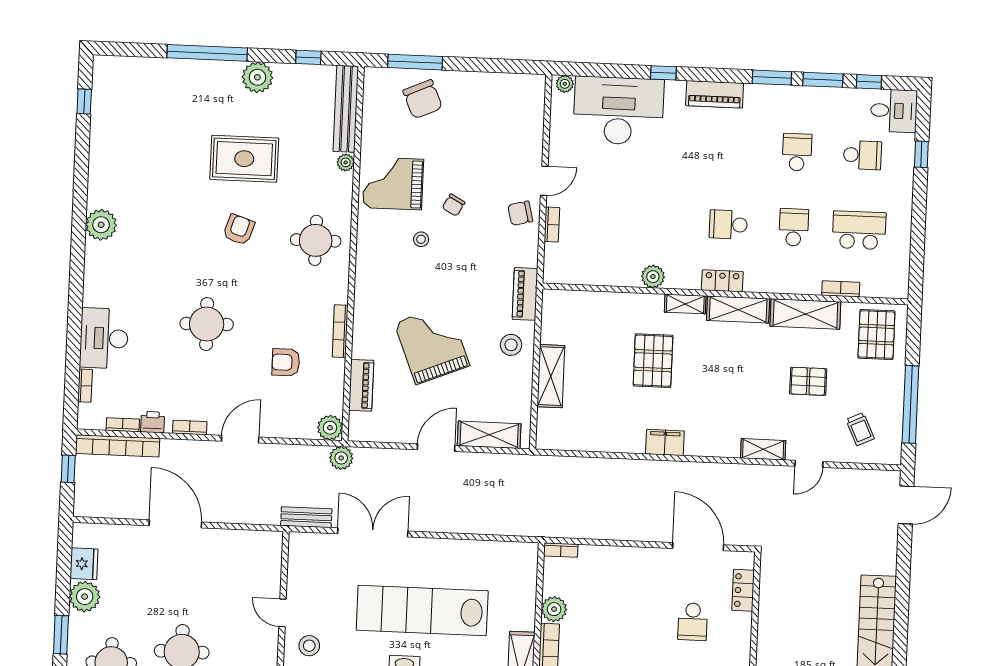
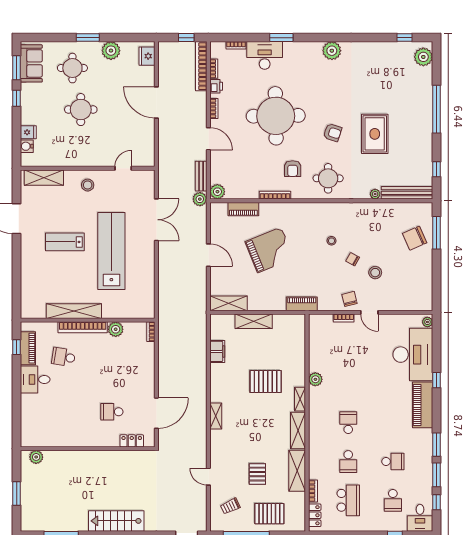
plant: (257, 77) -> (423, 57), moved
piano: (715, 94) -> (423, 405), width x1.37, depth x1.33
grand piano: (393, 183) -> (364, 223), removed
school desk: (794, 227) -> (348, 461), turned 90
locker: (722, 281) -> (315, 515), moved
window: (75, 309) -> (281, 38), added
round table: (207, 324) -> (276, 116), width x1.86, depth x1.86
pallet: (876, 335) -> (269, 514), moved
stool: (511, 345) -> (375, 273), moved
armchair: (286, 362) -> (293, 169), moved, turned 180
shelving: (489, 435) -> (229, 303), moved, turned 90
filing cabinet: (665, 442) -> (217, 351), moved
shelving: (763, 449) -> (216, 416), moved
bench: (306, 517) -> (201, 176), moved
door: (175, 524) -> (156, 102), swing flipped
fridge: (84, 564) -> (147, 56), moved, turned 90
door: (282, 613) -> (123, 168), moved

